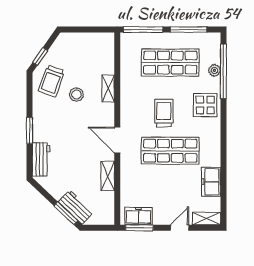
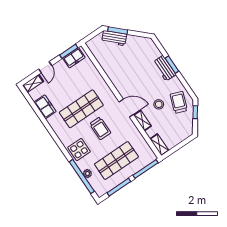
door: (117, 140) -> (126, 108), moved
workbench: (41, 159) -> (165, 68), moved
shelving: (108, 176) -> (159, 145), moved

